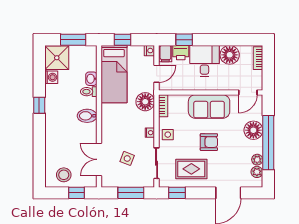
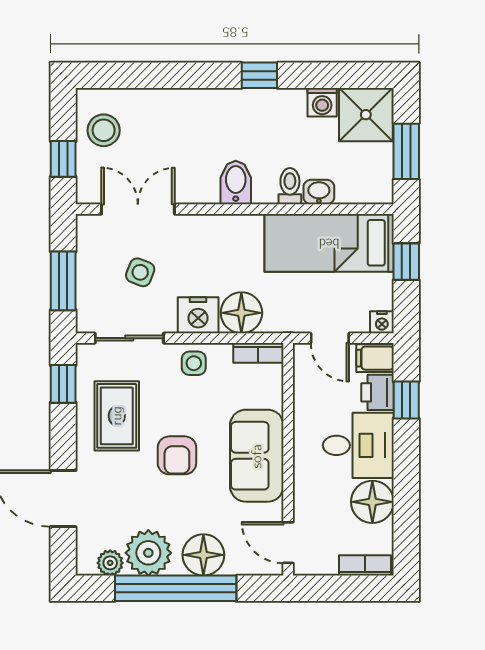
floor lamp: (145, 102) -> (241, 313), moved
nightstand: (150, 133) -> (198, 315), width x1.89, depth x1.79
plant: (257, 160) -> (148, 553), width x1.88, depth x1.88

